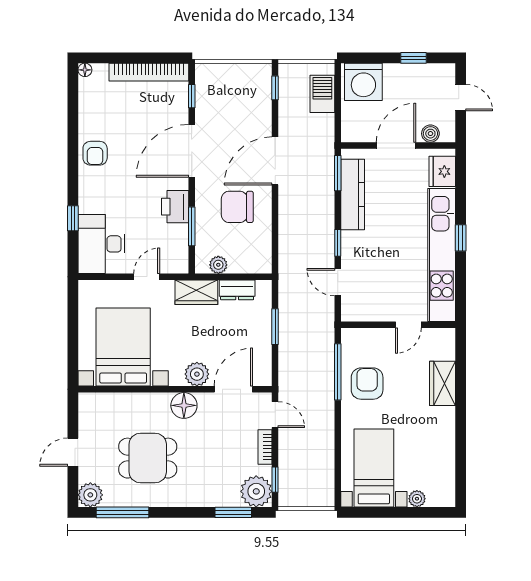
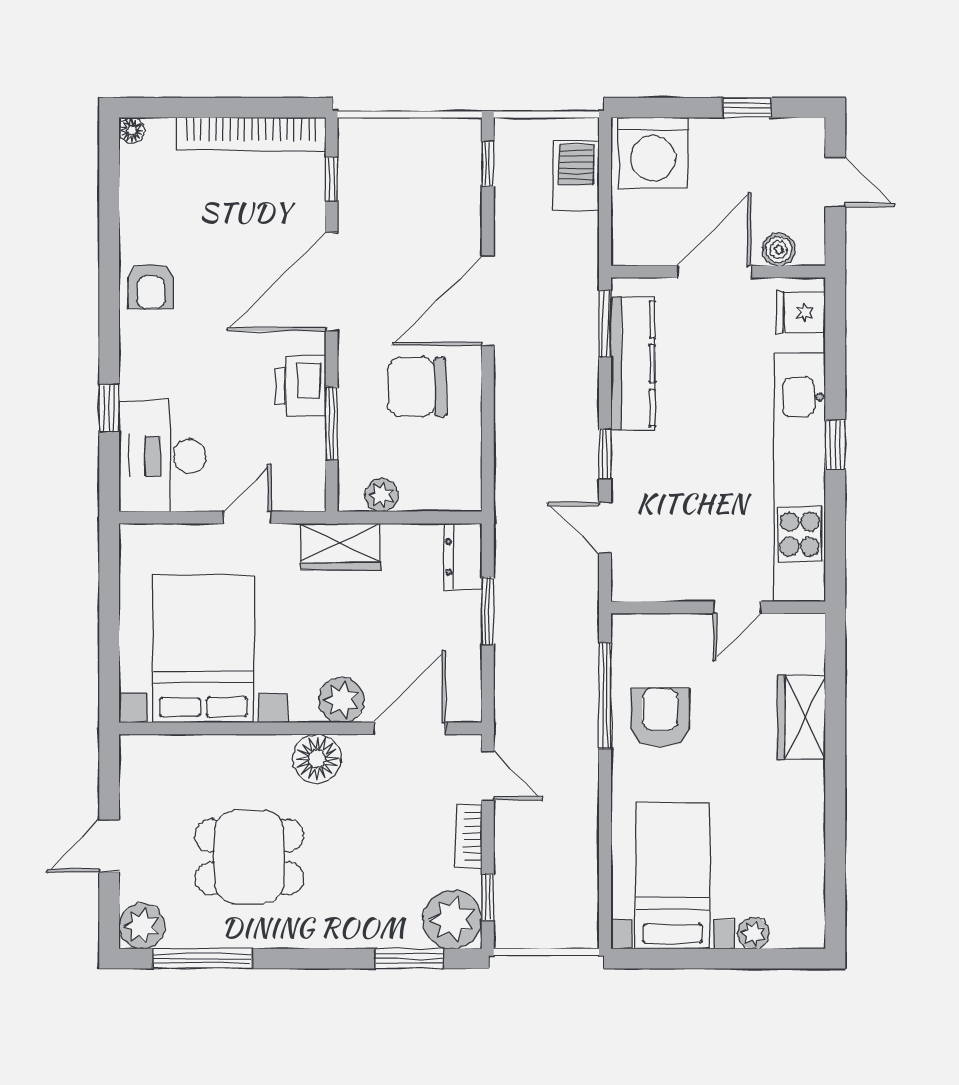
fridge: (442, 171) -> (801, 312), width x0.72
dresser: (237, 290) -> (463, 557), moved, turned 90

